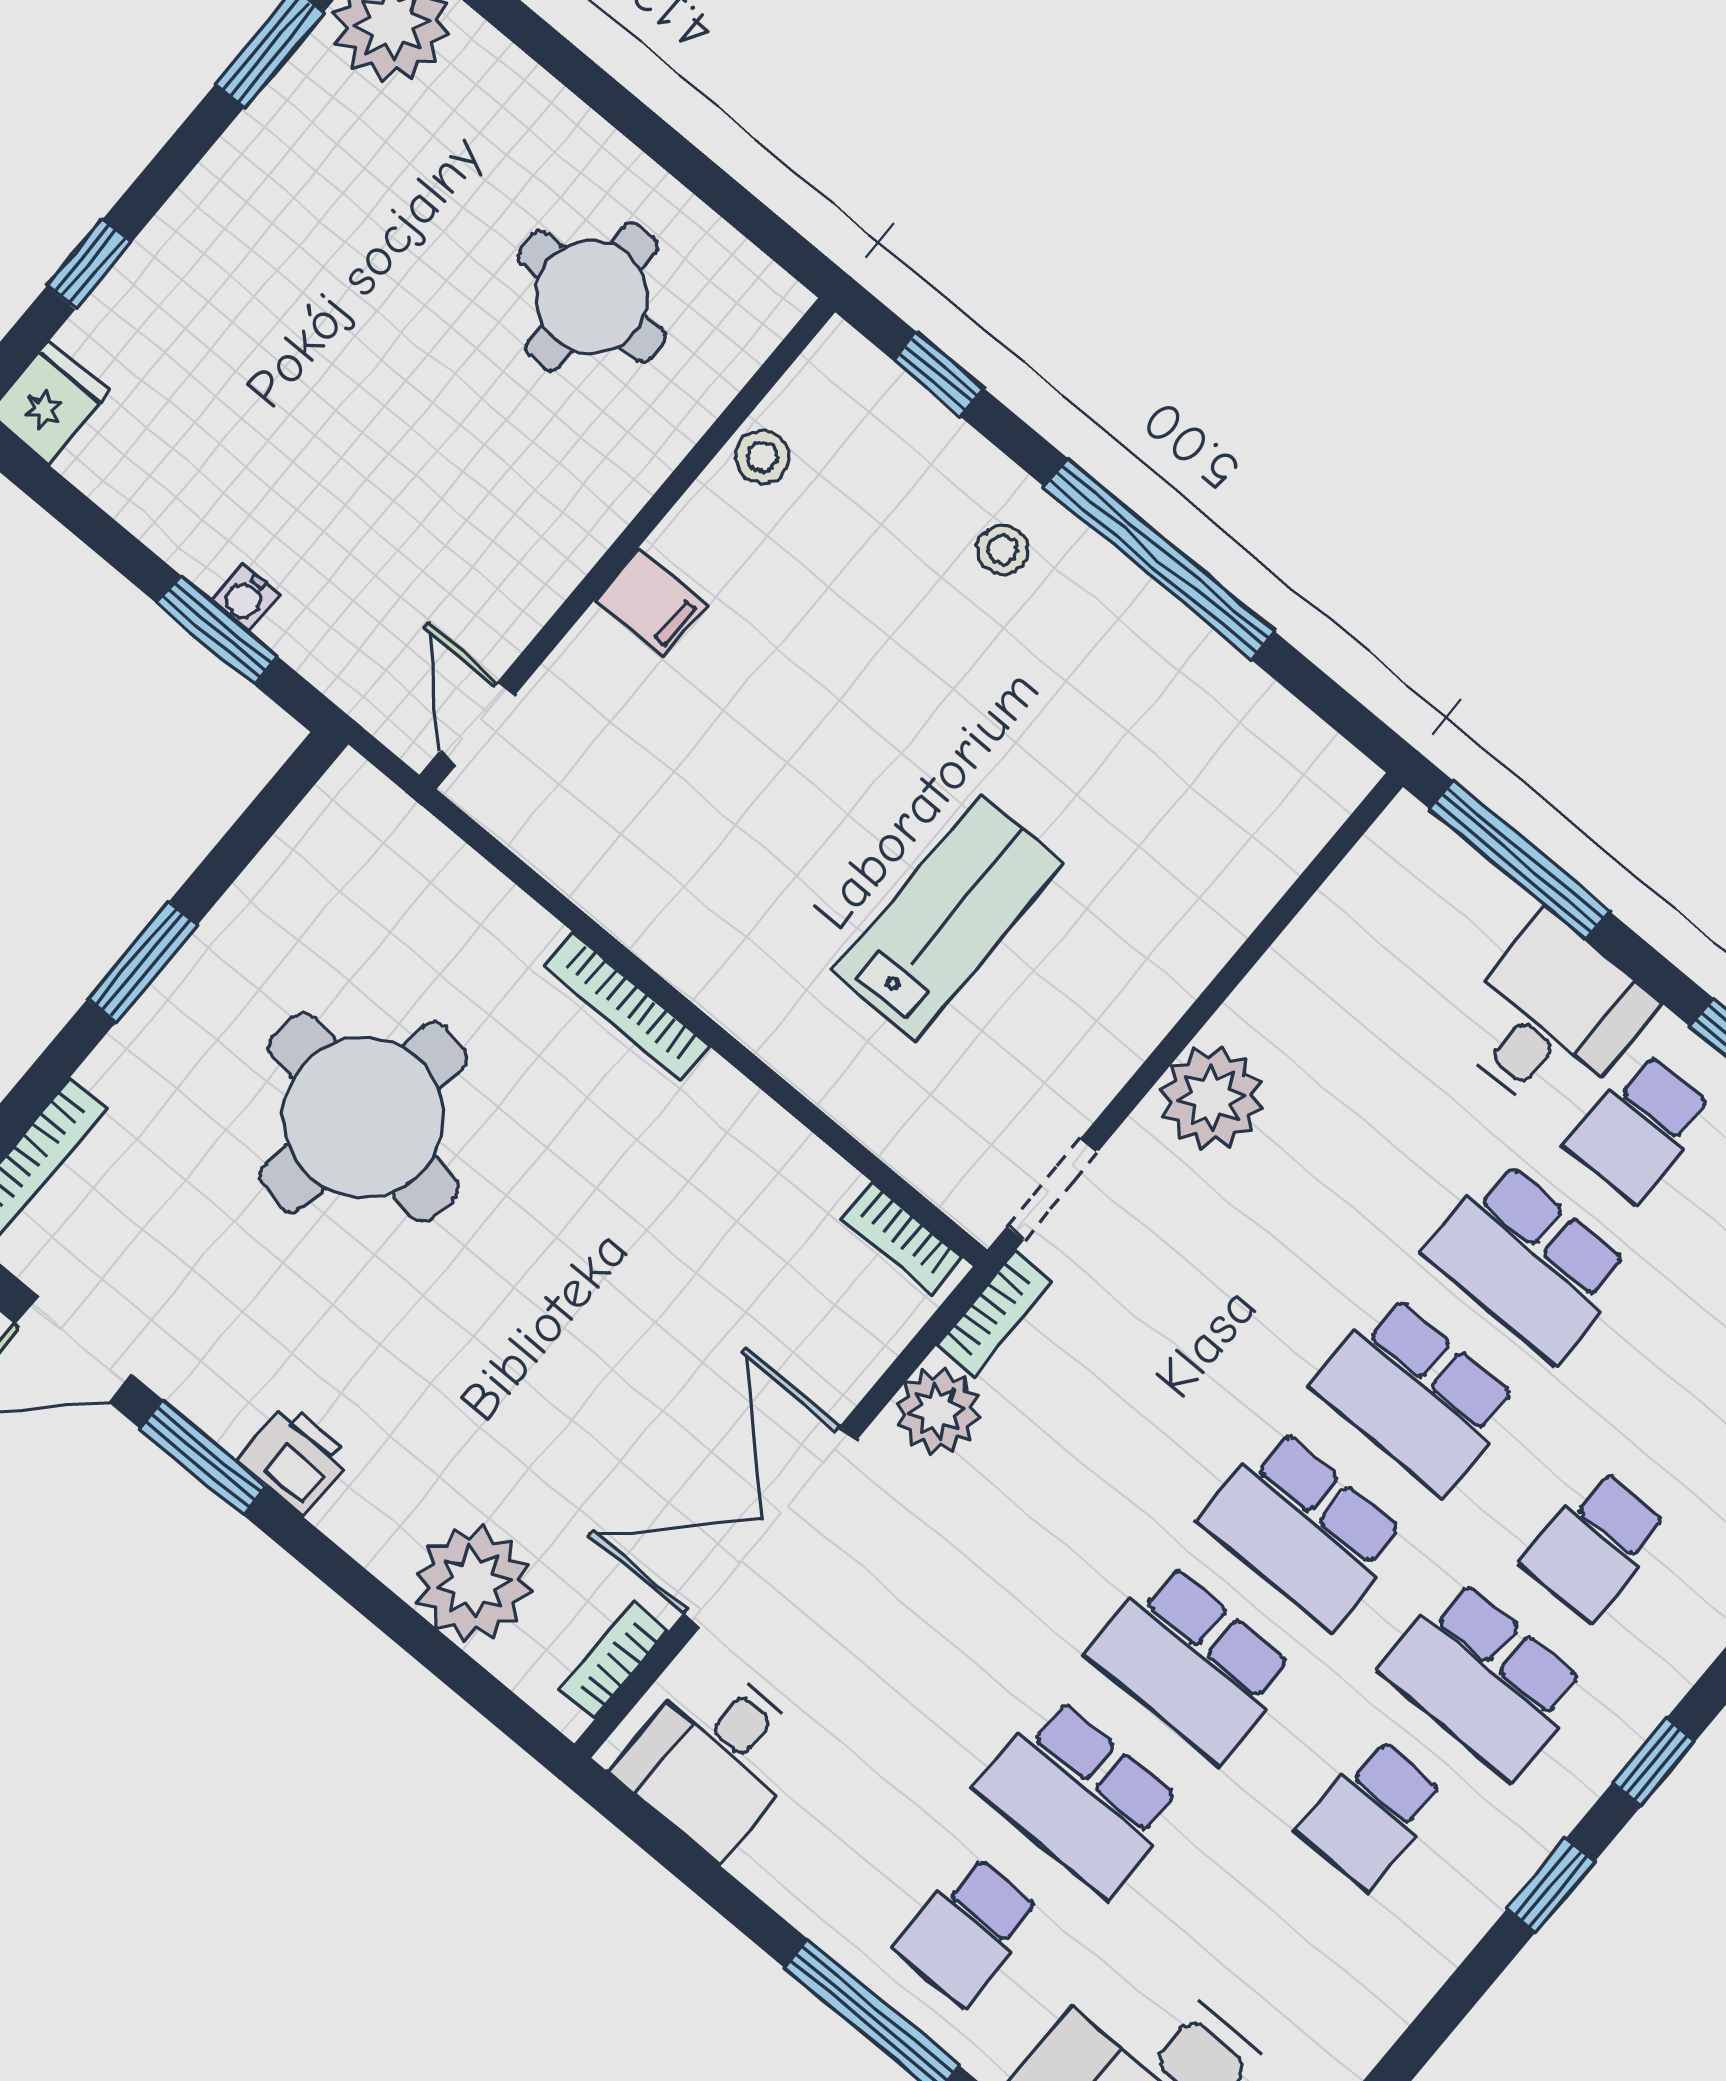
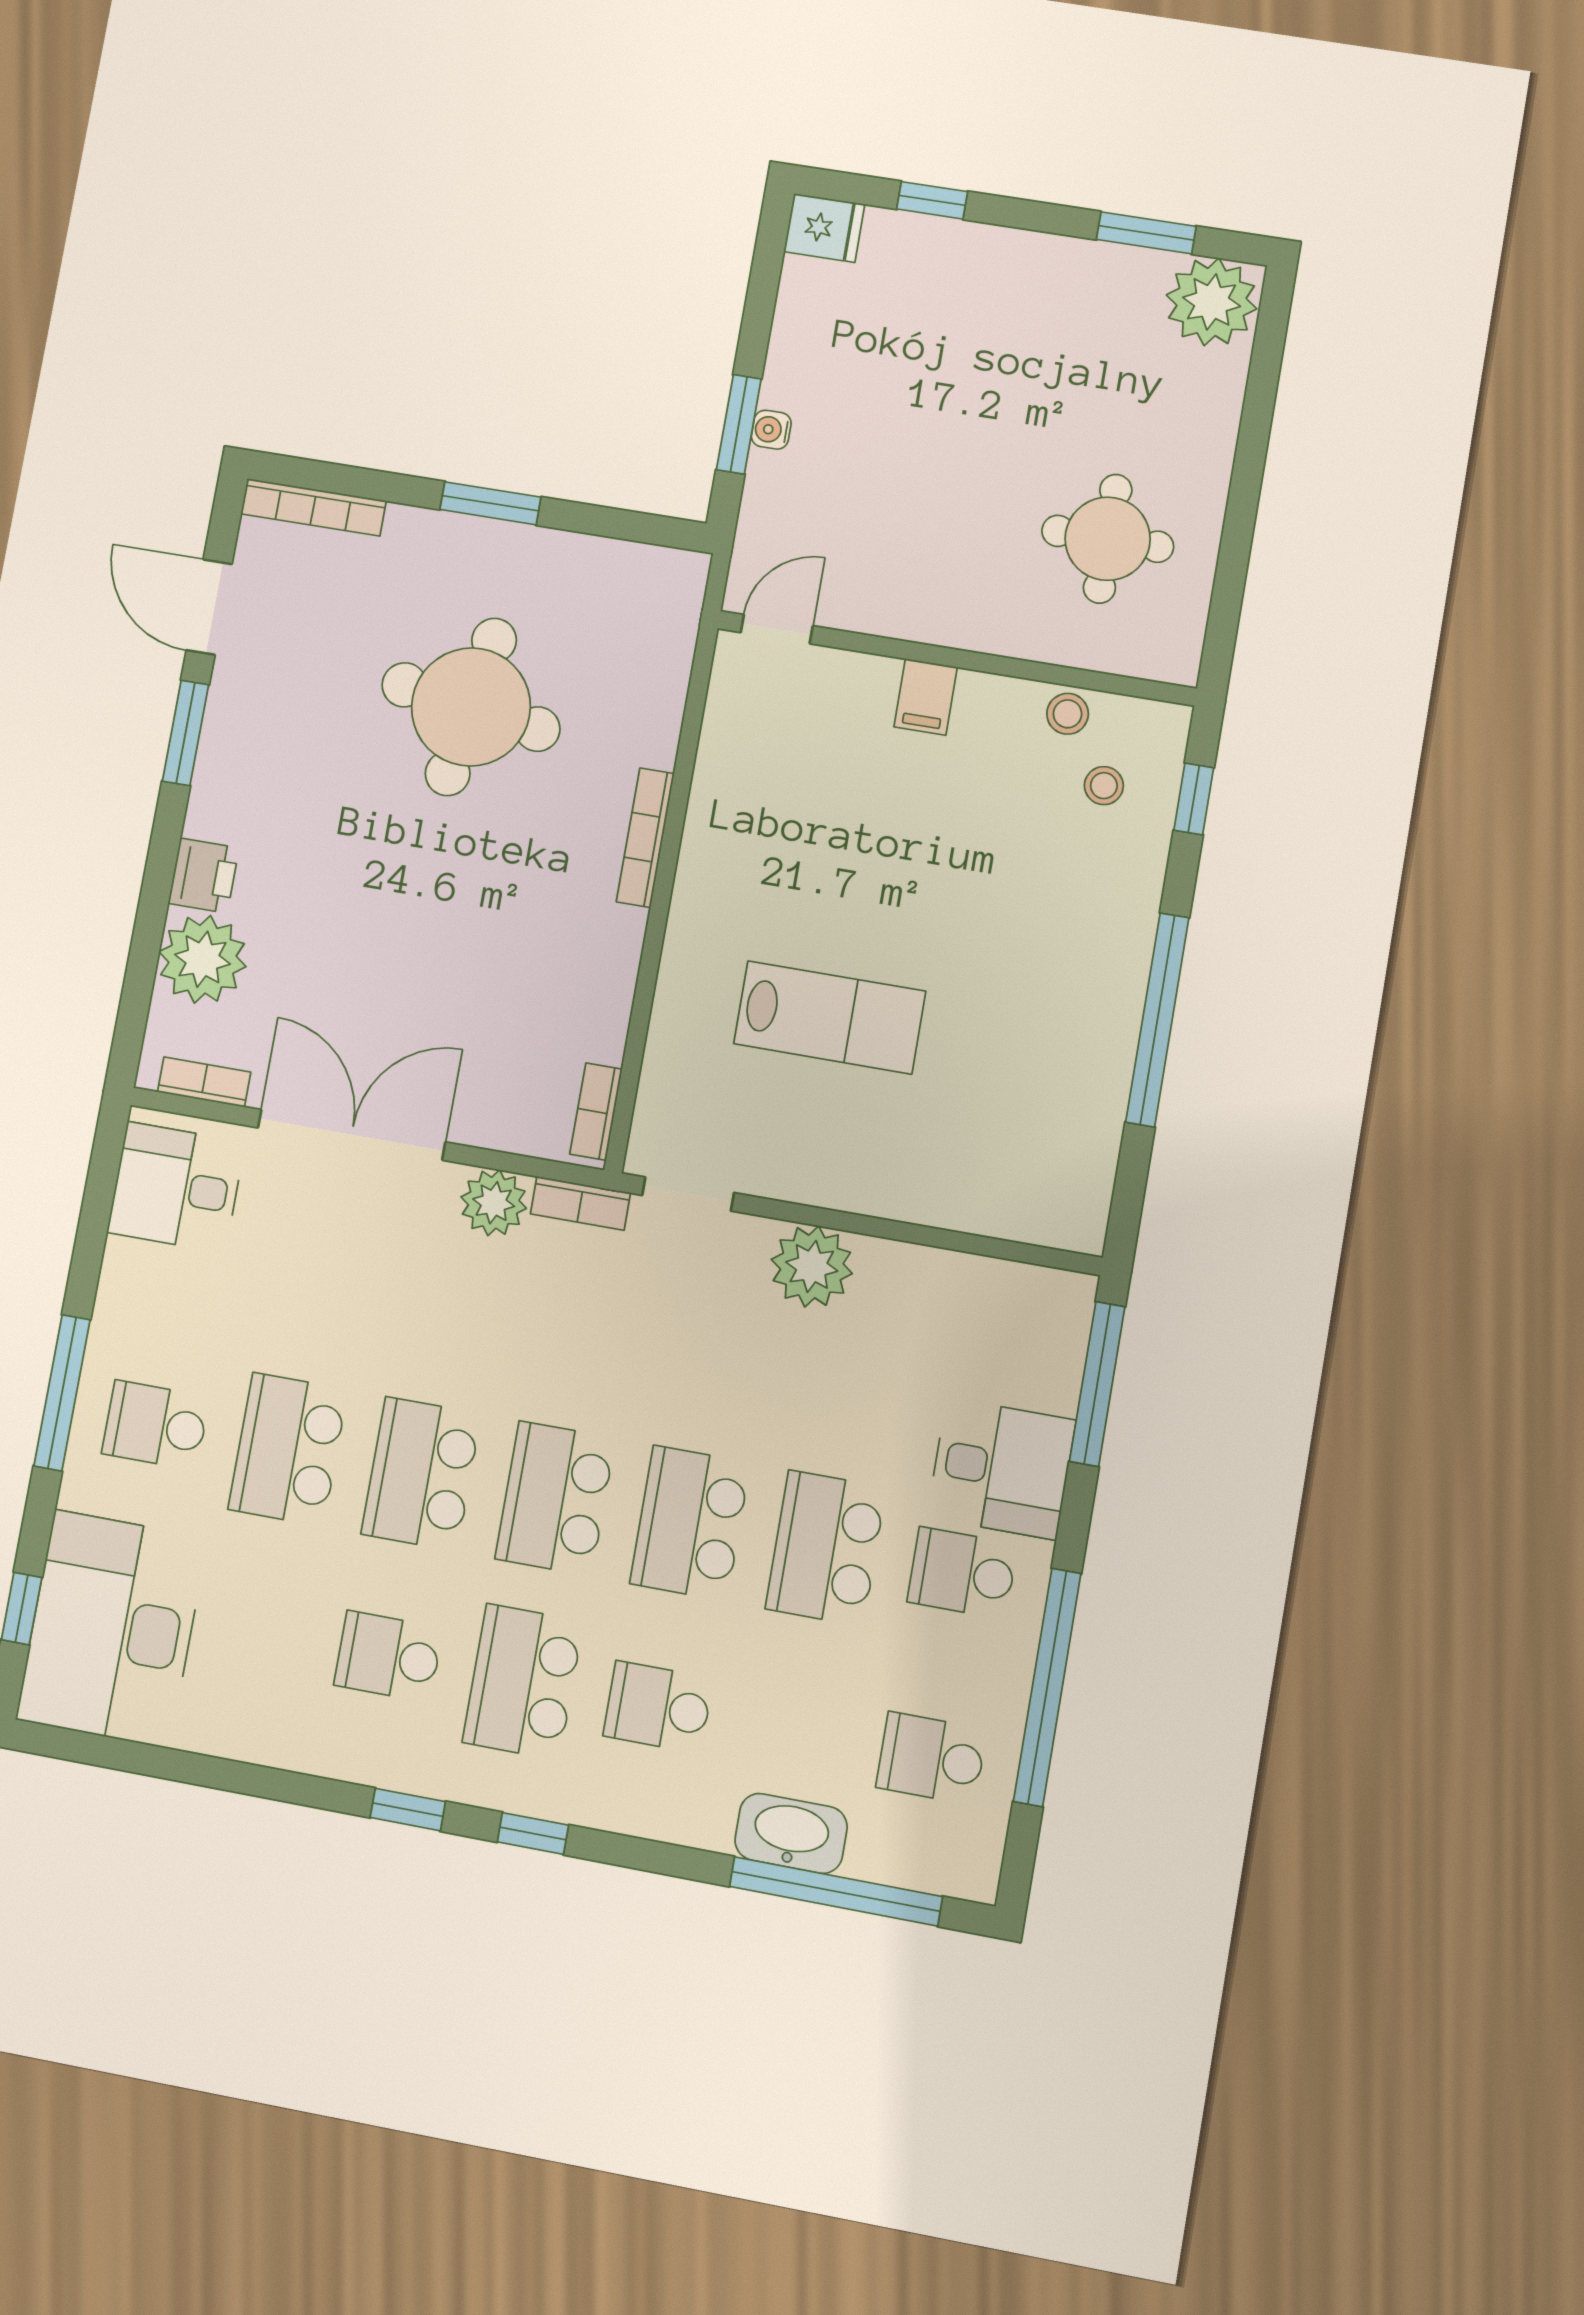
stool: (1003, 550) -> (1104, 786), moved
printer: (296, 1459) -> (204, 876), moved

